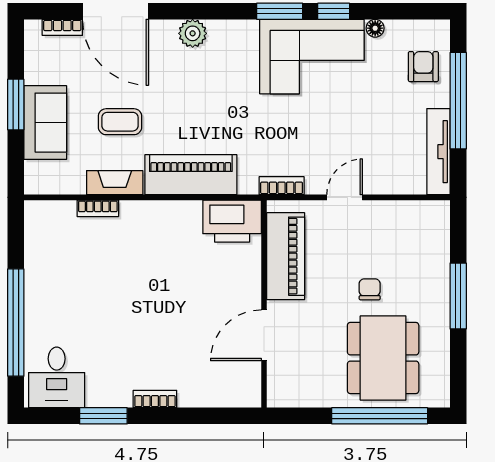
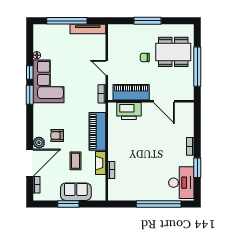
plant: (193, 33) -> (39, 143), moved
armchair: (423, 67) -> (57, 136), moved
printer: (232, 221) -> (129, 111), moved, turned 90
desk: (57, 377) -> (181, 183), width x1.37
window: (380, 416) -> (197, 67), moved

